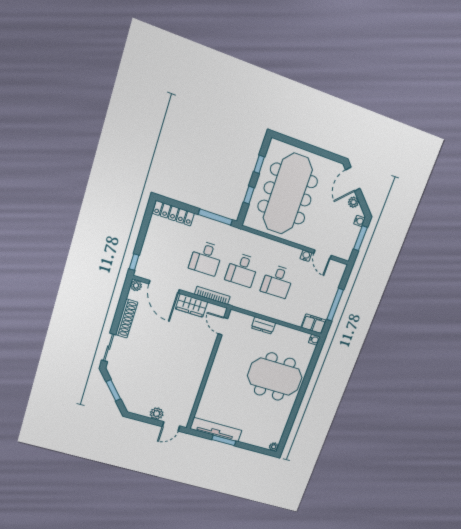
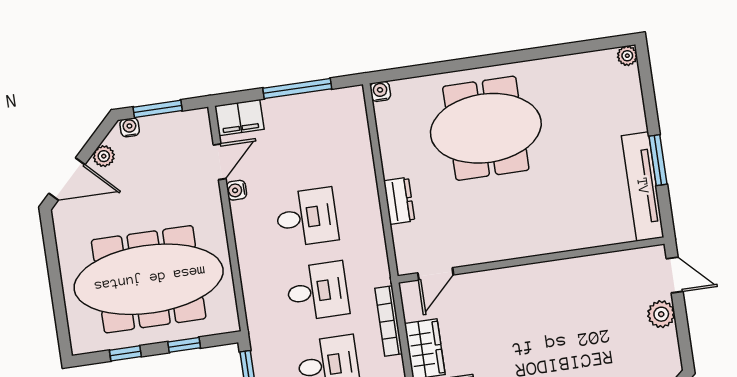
filing cabinet: (314, 324) -> (239, 118), moved, turned -90
meeting table: (275, 377) -> (486, 128), turned 90

